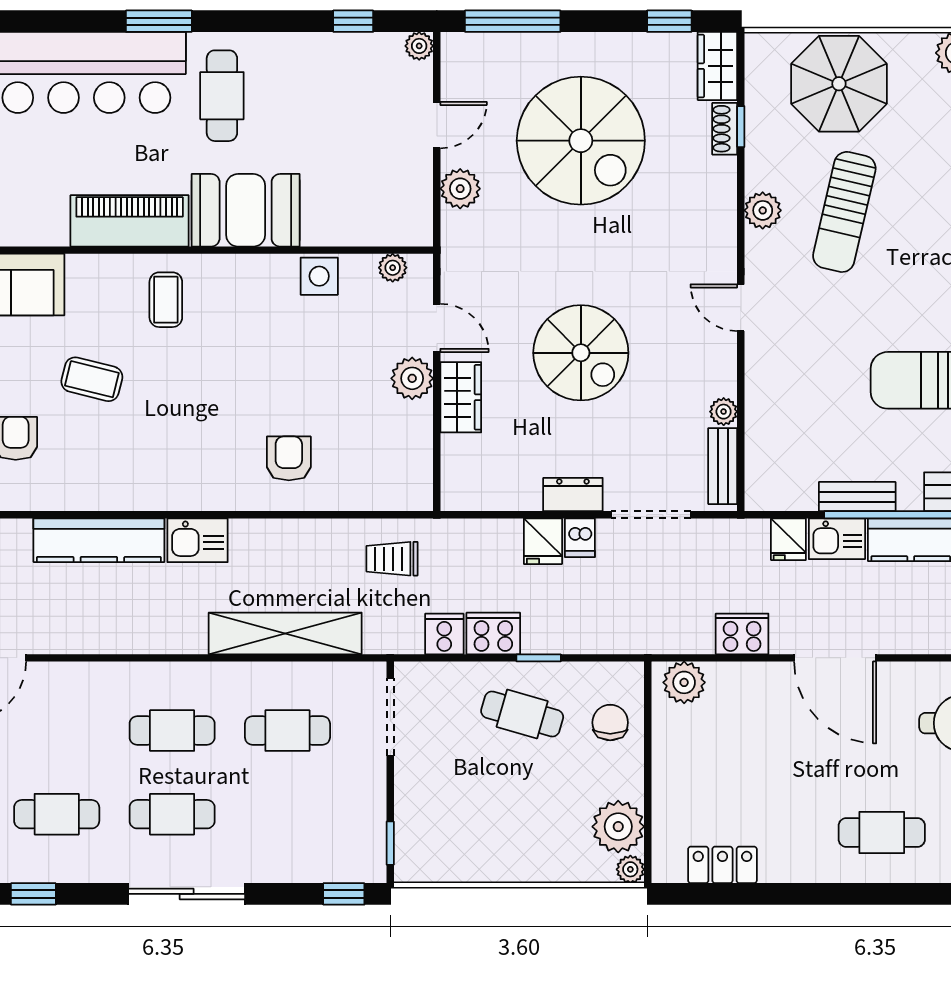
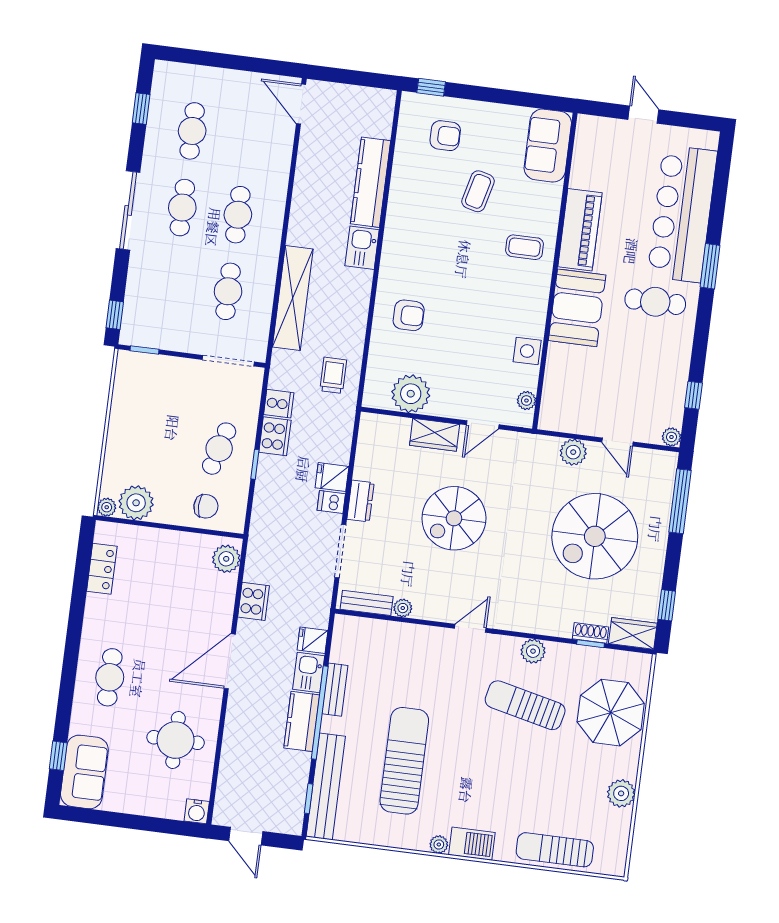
plant: (412, 378) -> (411, 394), moved, width x1.36, depth x1.36

